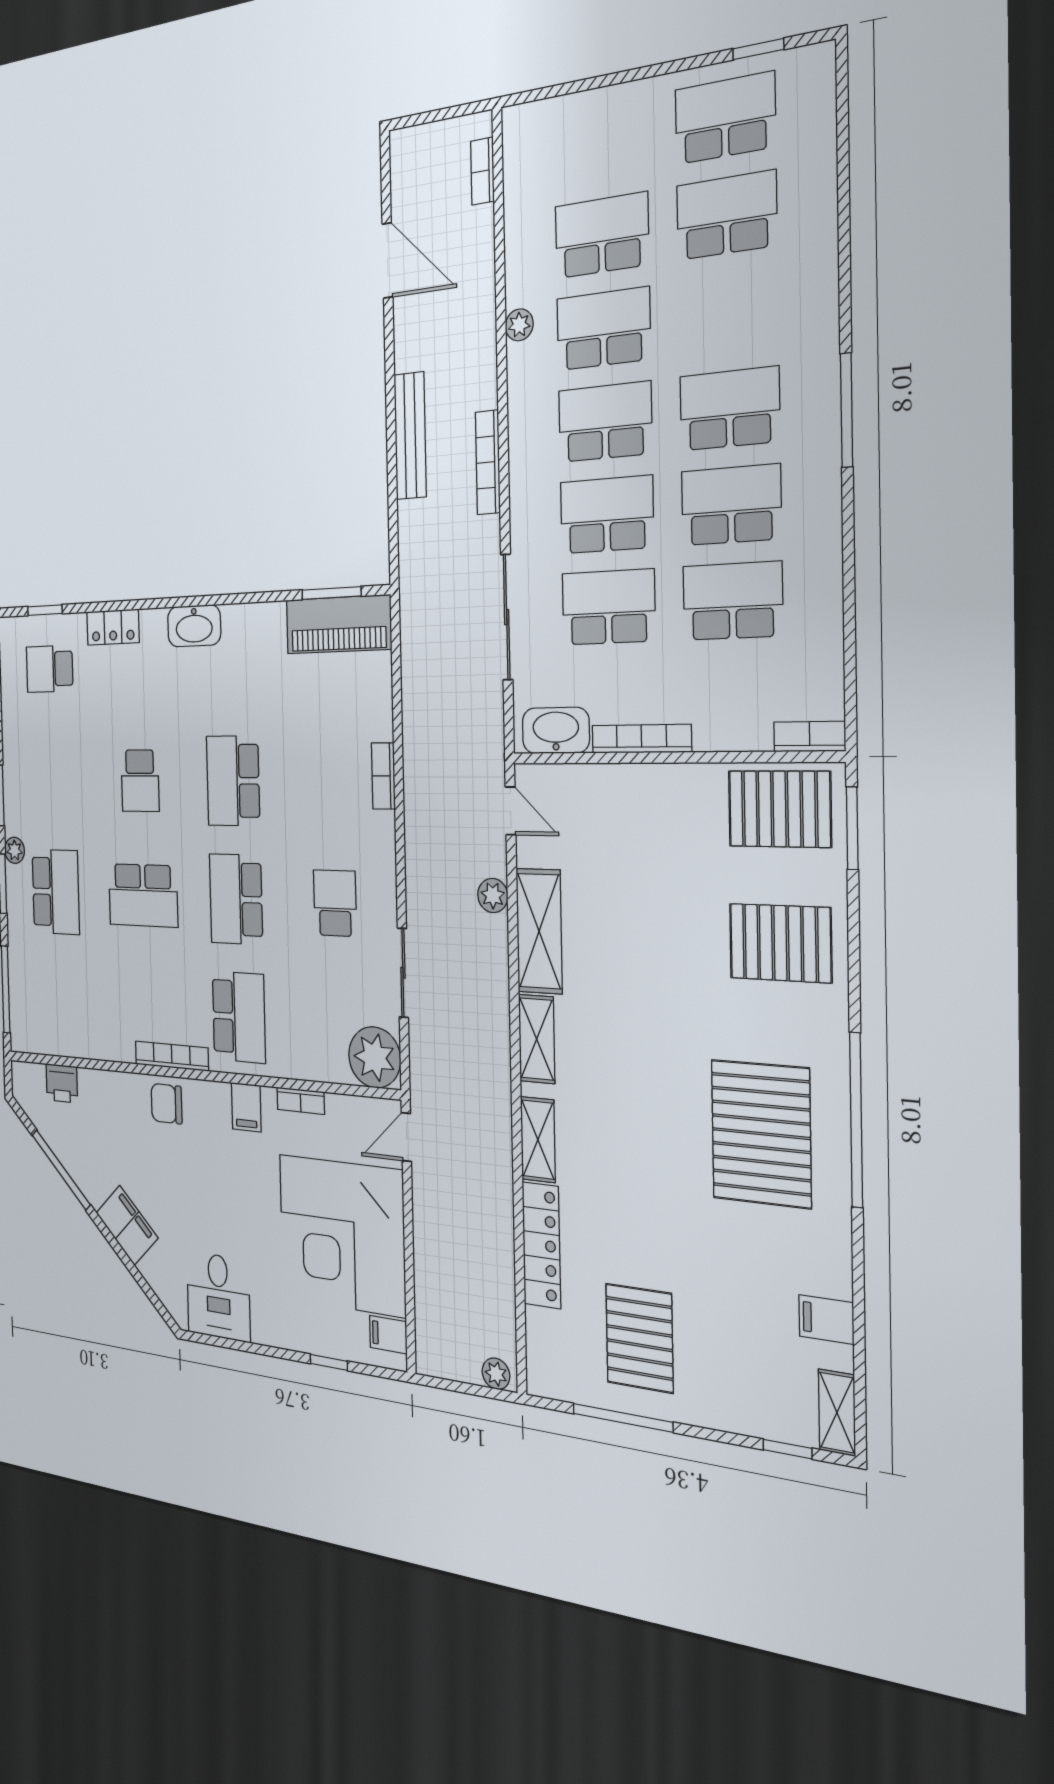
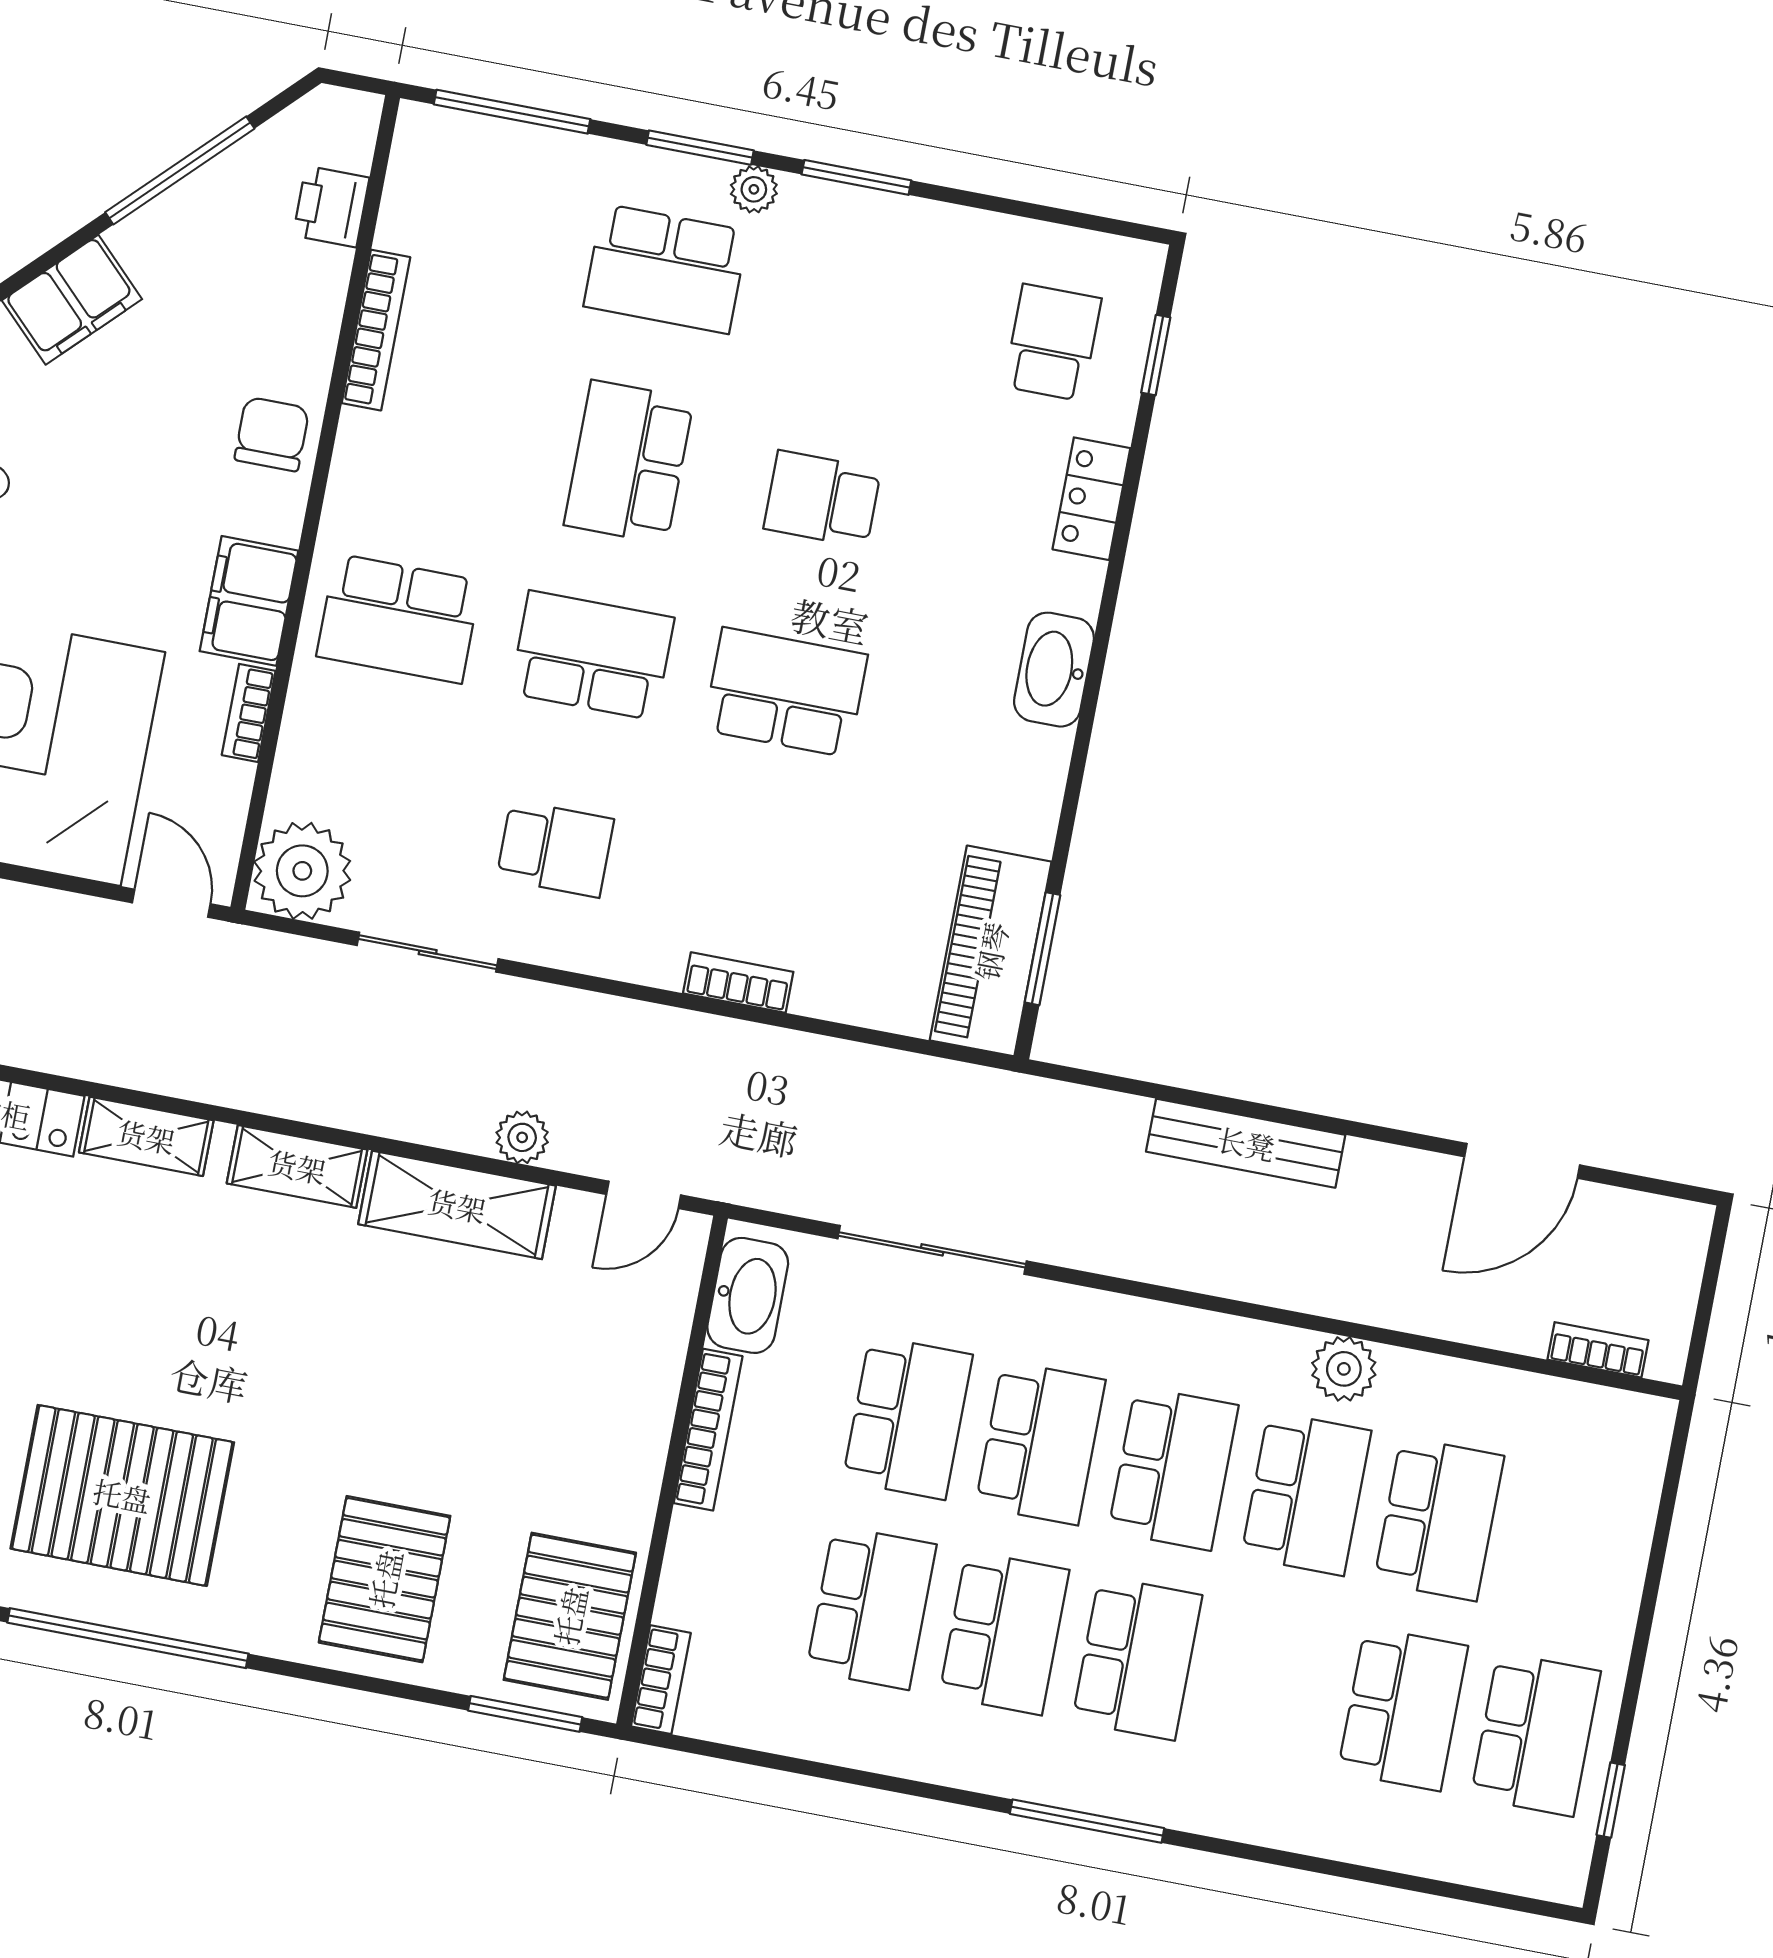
plant: (519, 325) -> (1344, 1369), width x1.38, depth x1.38
bookcase: (488, 462) -> (1169, 1267), removed
bookcase: (172, 1056) -> (376, 330), moved
filing cabinet: (246, 1107) -> (249, 601), width x2.00

